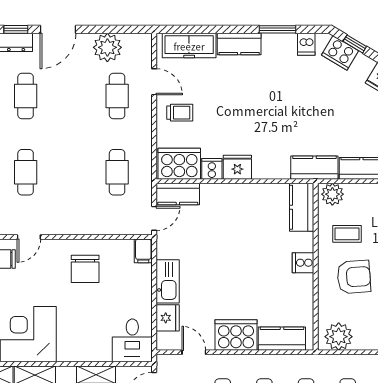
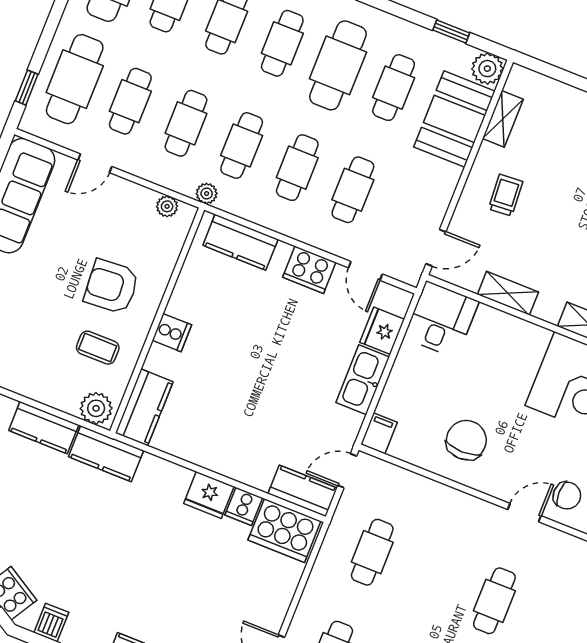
trolley: (180, 113) -> (257, 599), removed
cooker: (236, 335) -> (309, 270), width x0.73, depth x0.76
plant: (339, 337) -> (167, 206), width x0.53, depth x0.53
plant: (316, 361) -> (207, 194), added

